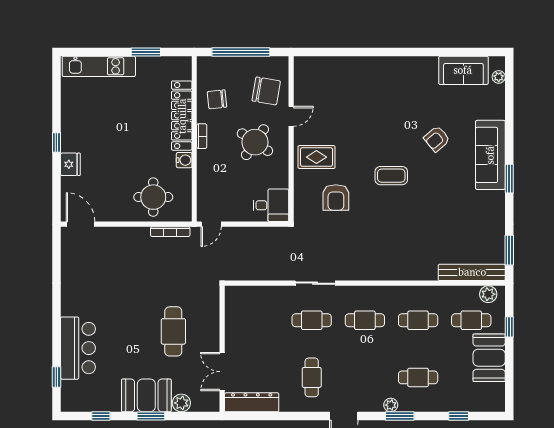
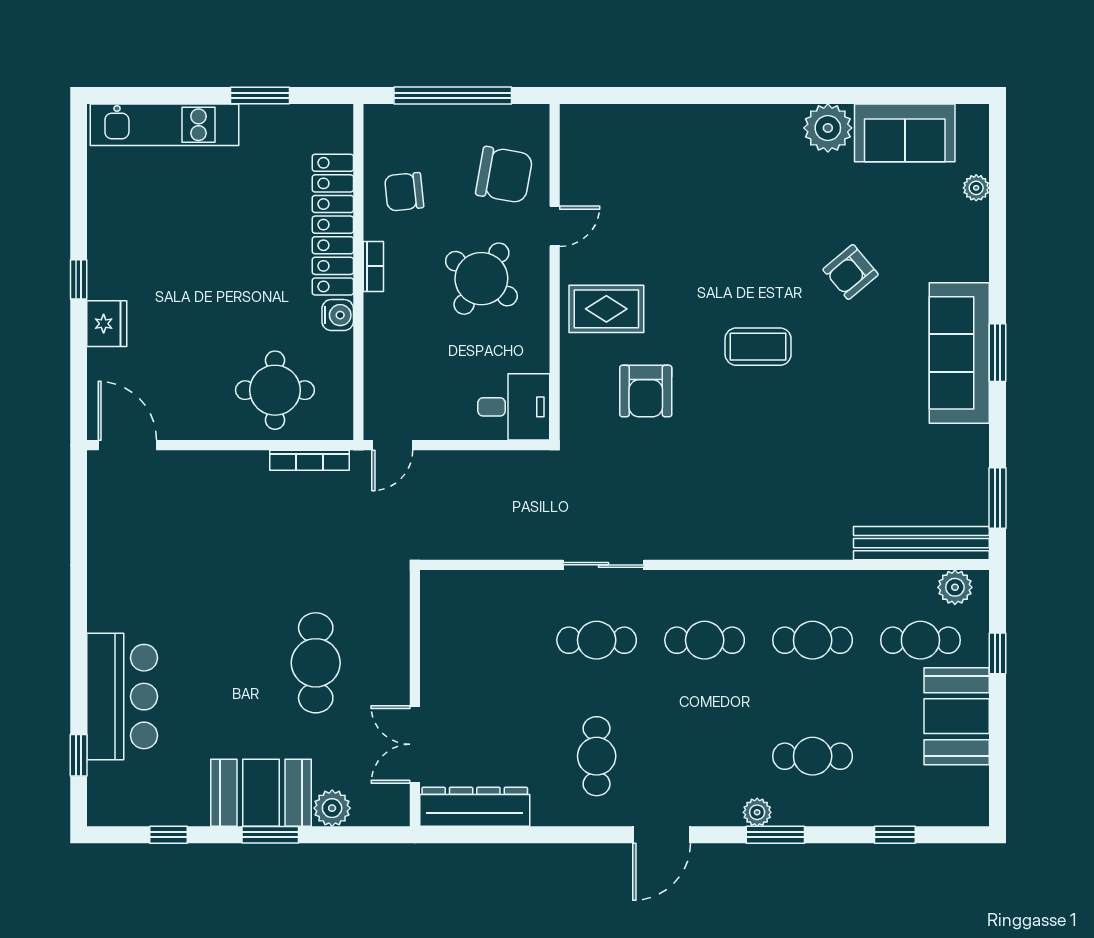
plant: (426, 68) -> (828, 128), added
plant: (499, 77) -> (976, 188), moved
sofa: (490, 155) -> (959, 353), moved

